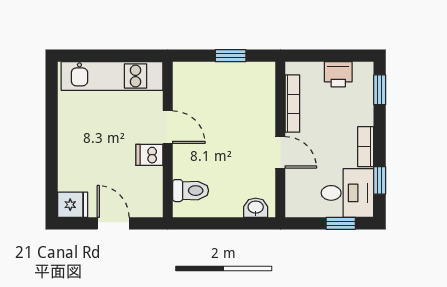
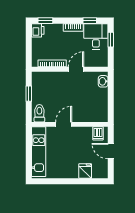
printer: (338, 74) -> (38, 30), moved
dishwasher: (149, 155) -> (98, 133), moved
toilet: (191, 191) -> (39, 113), moved
fridge: (73, 205) -> (85, 171), moved
door: (113, 223) -> (111, 151), hinge flipped

